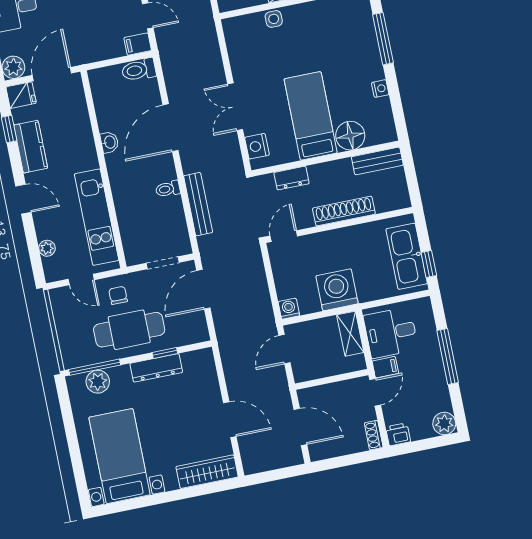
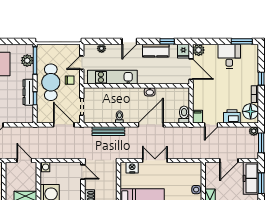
door: (170, 128) -> (151, 125), hinge flipped
dresser: (291, 178) -> (112, 182), removed

